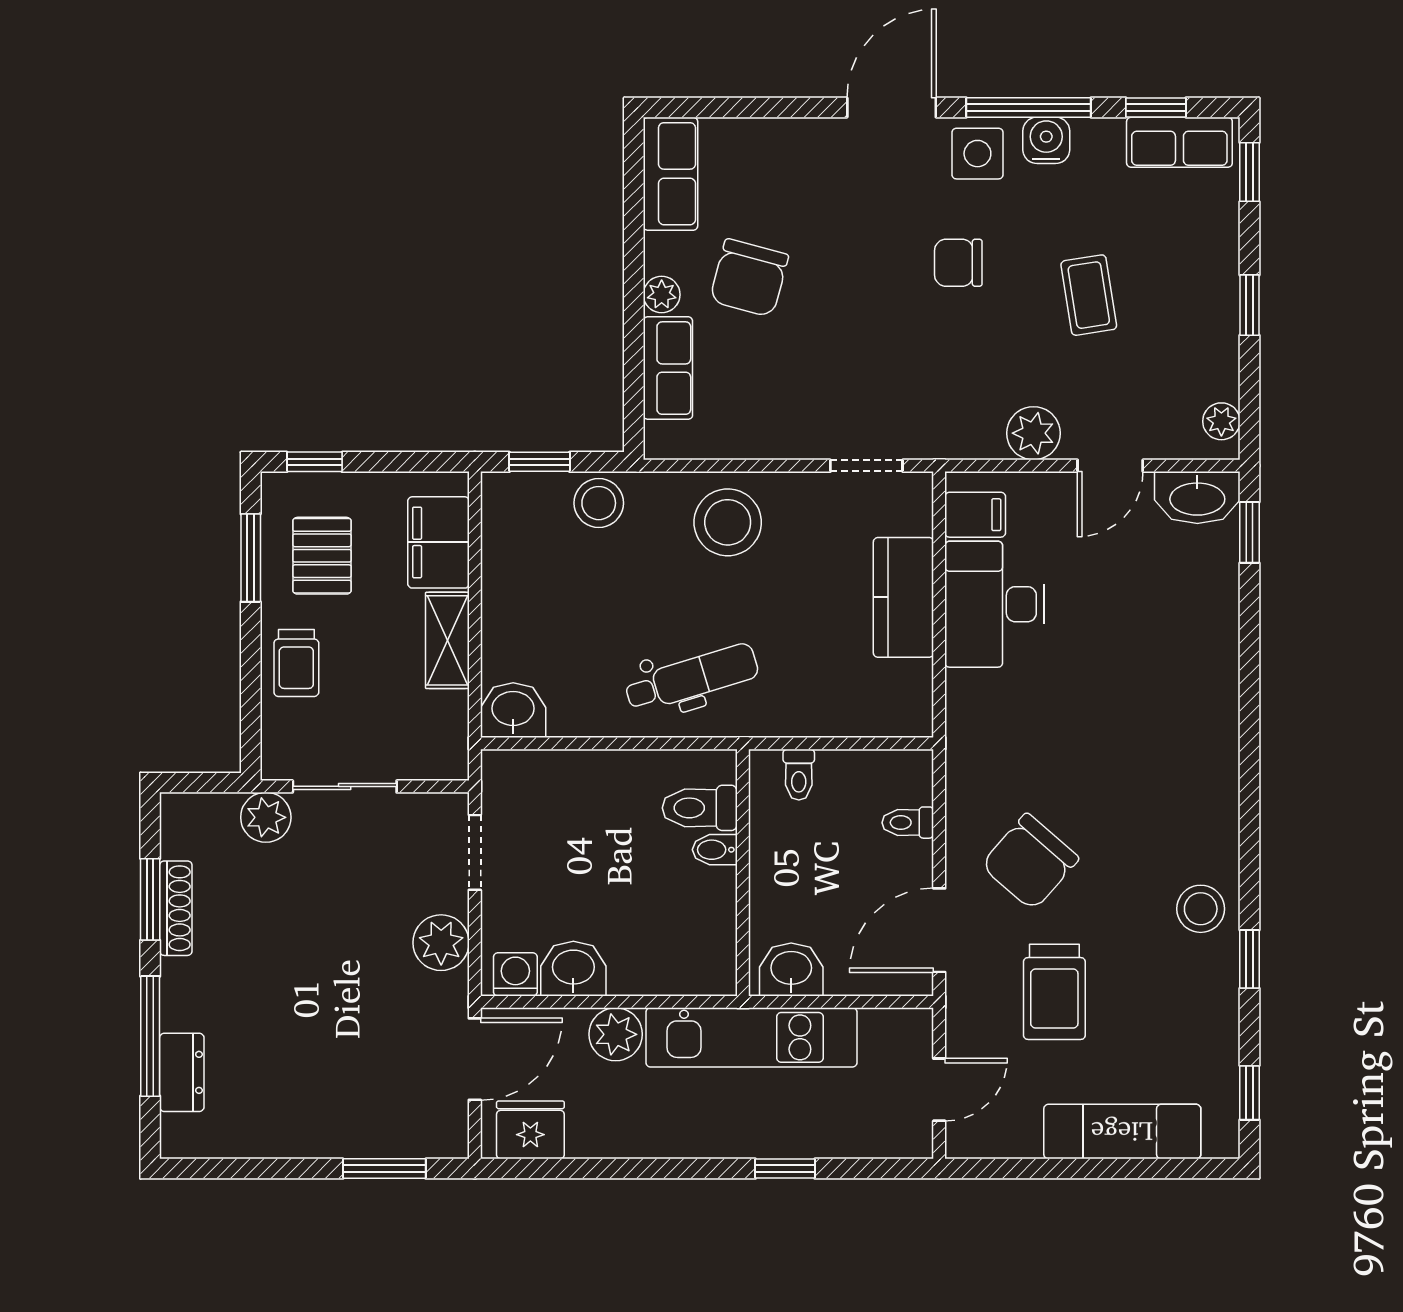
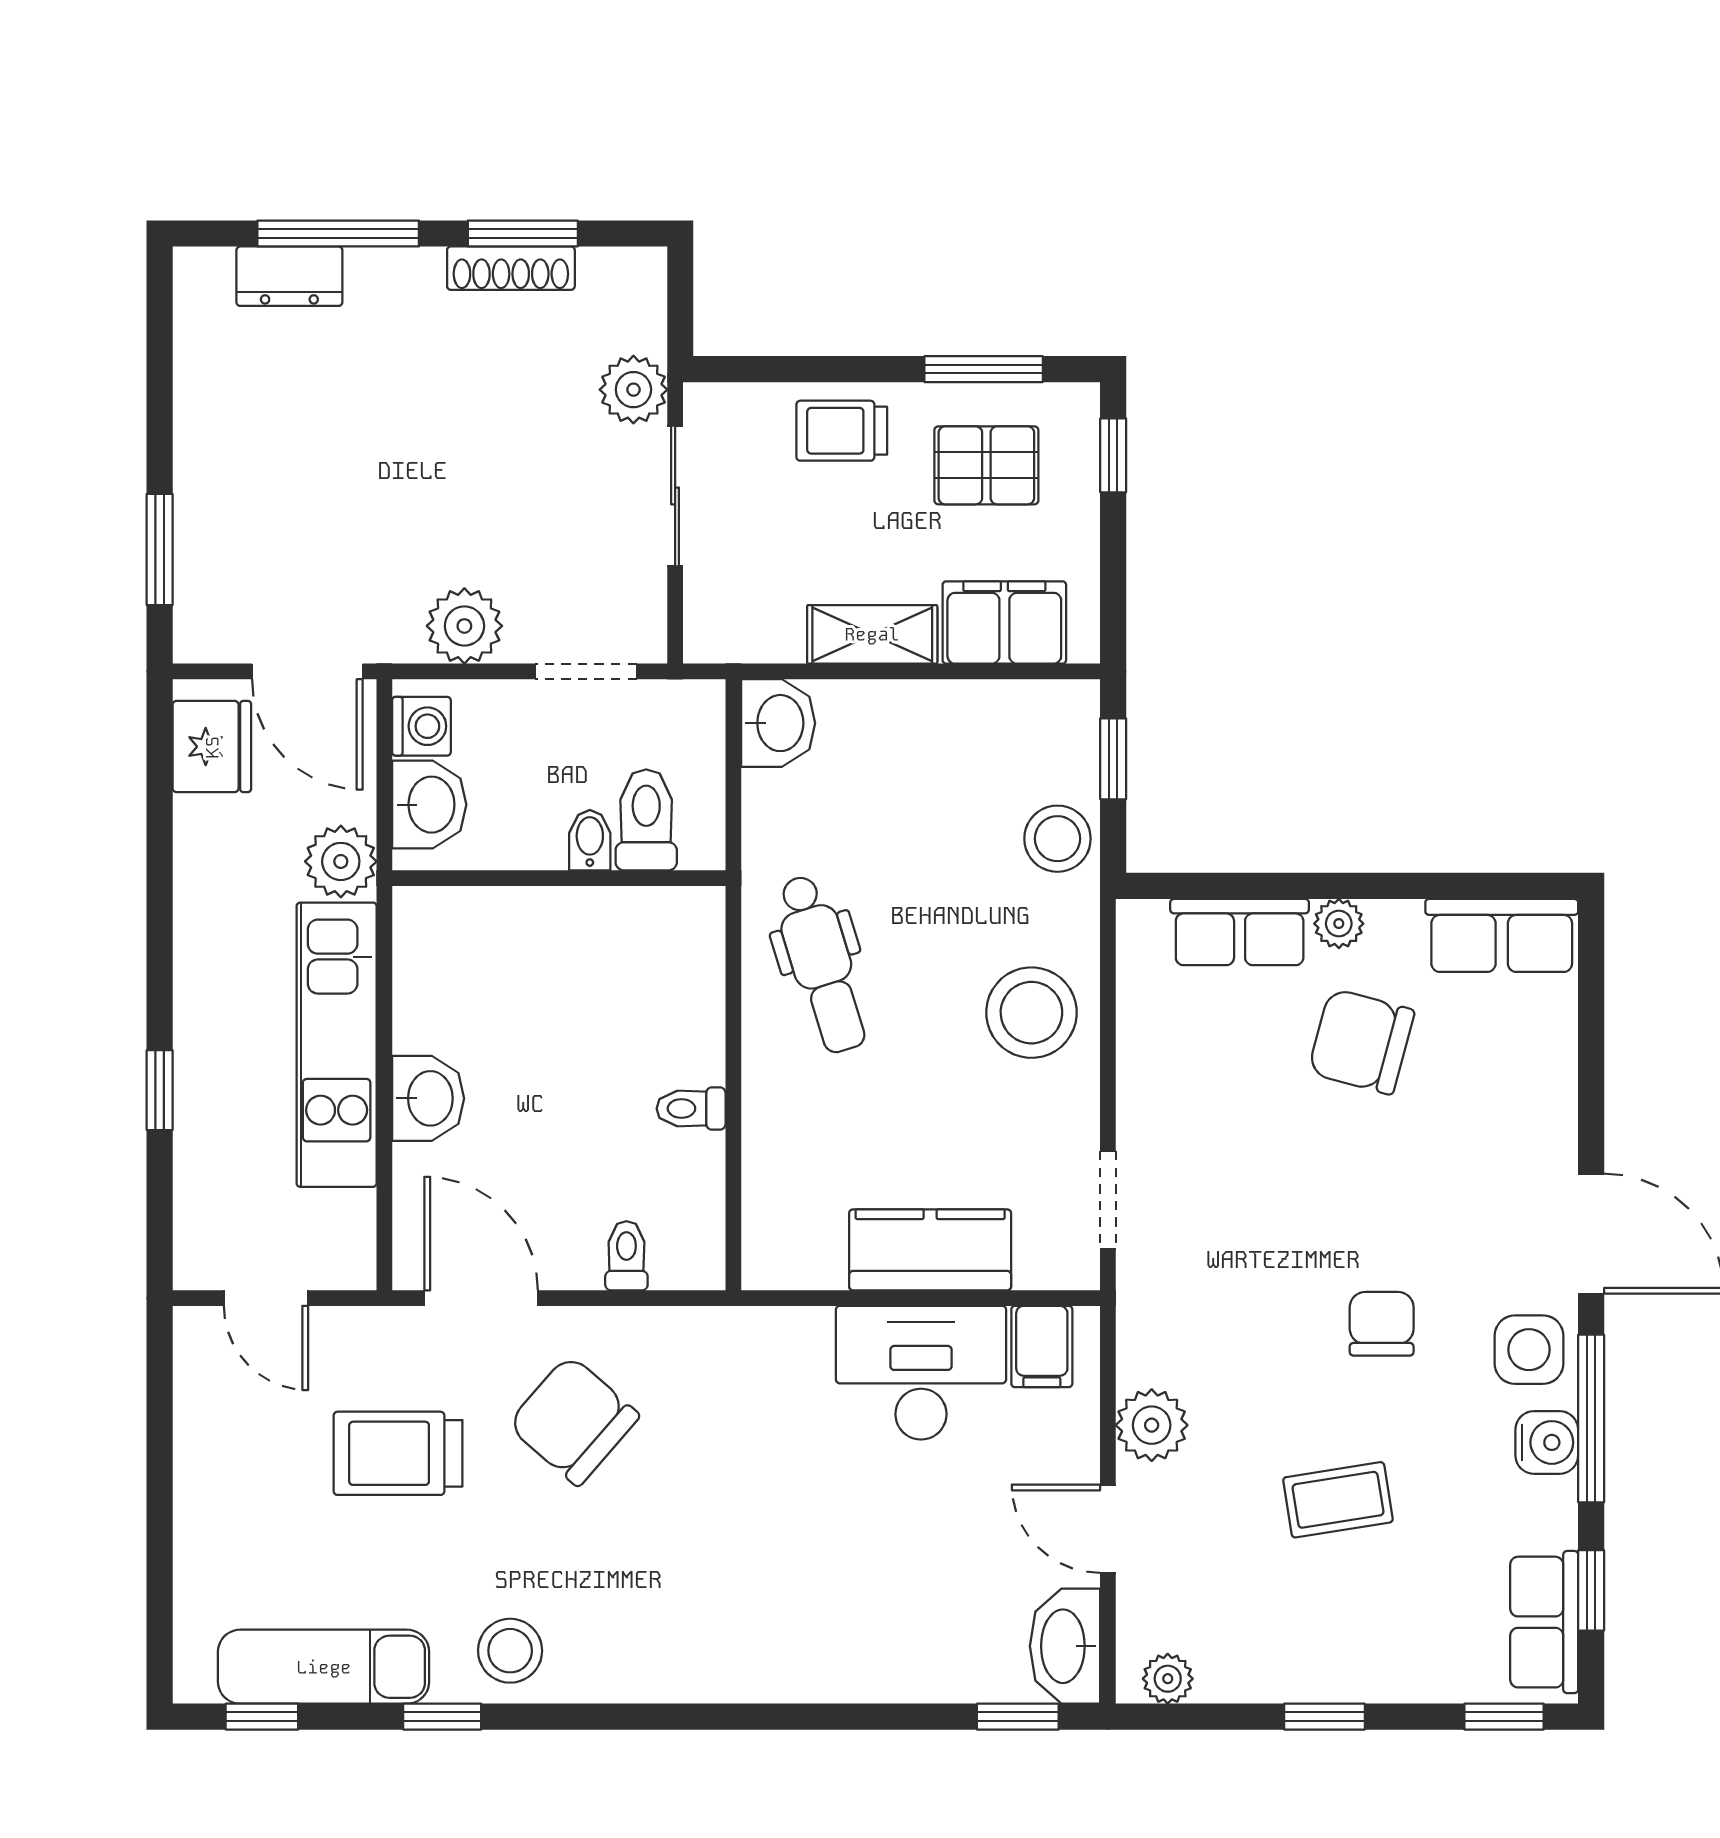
toilet: (700, 808) -> (646, 820), moved
bidet: (715, 850) -> (590, 840), moved
wall: (743, 873) -> (559, 878), moved
exam couch: (1122, 1132) -> (324, 1667), moved, turned -90

